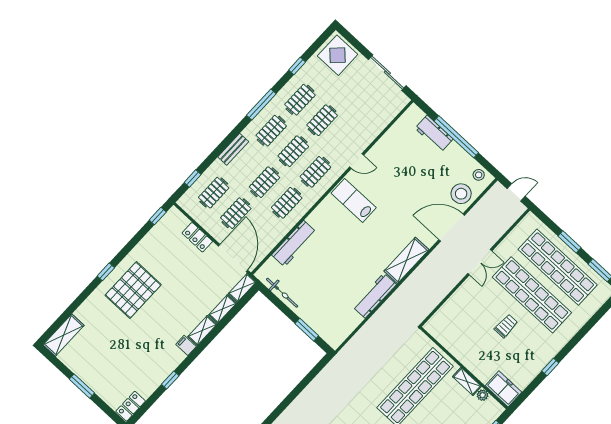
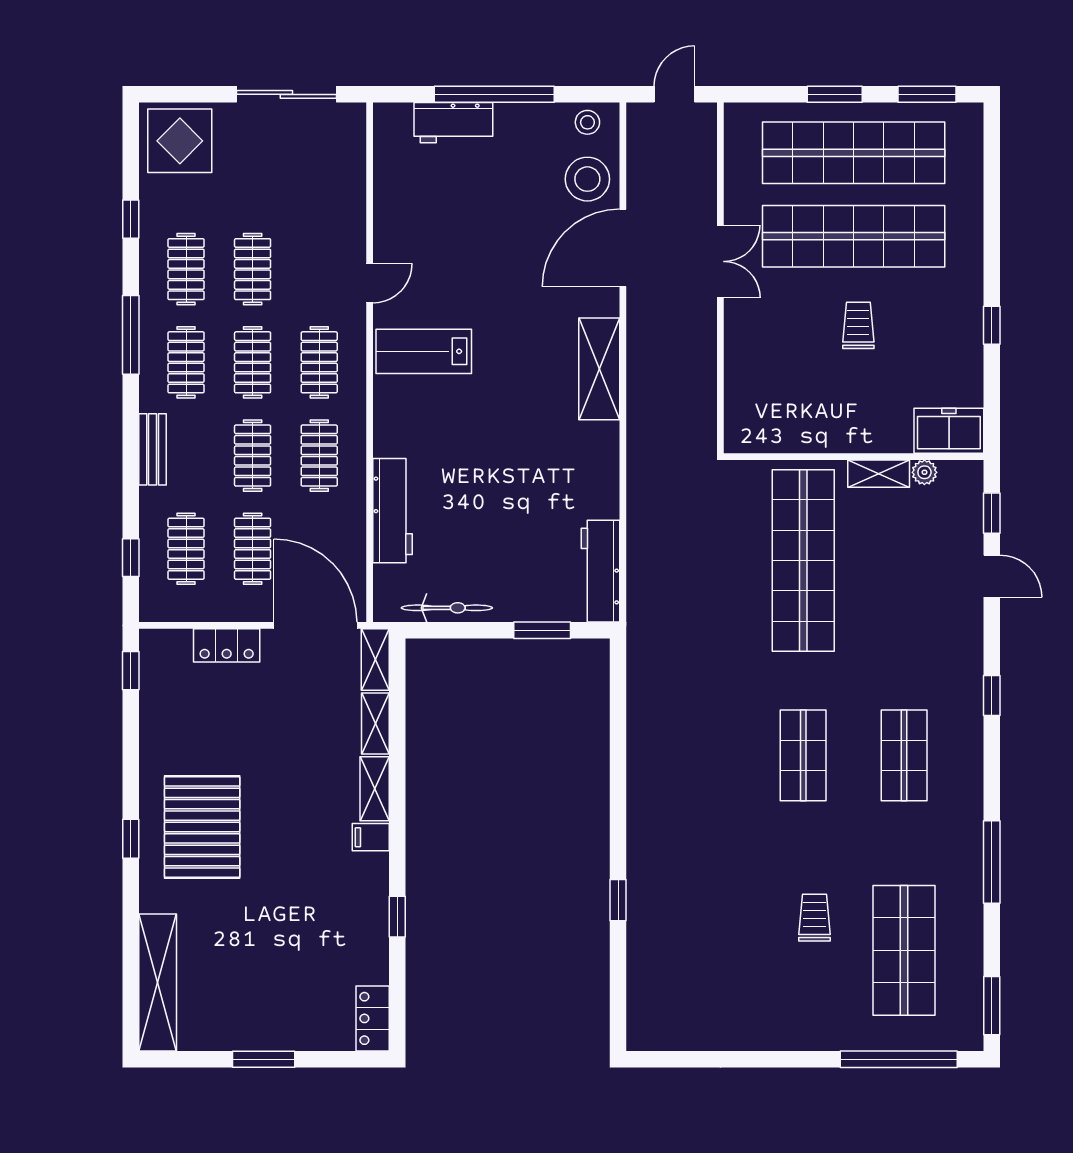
workbench: (375, 296) -> (601, 571), moved
shelving: (64, 335) -> (158, 983), width x1.47

